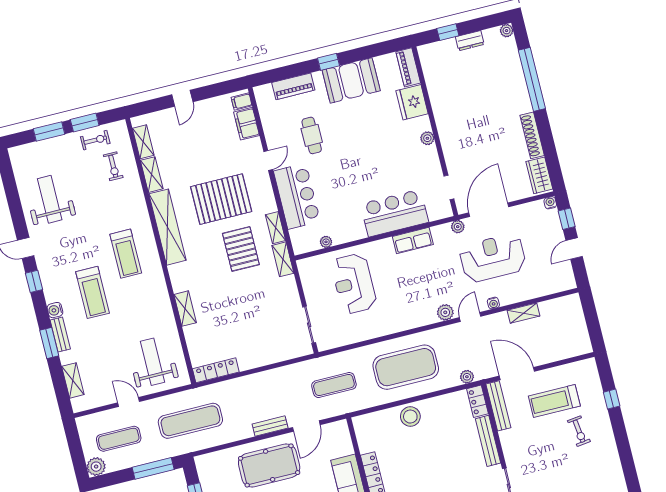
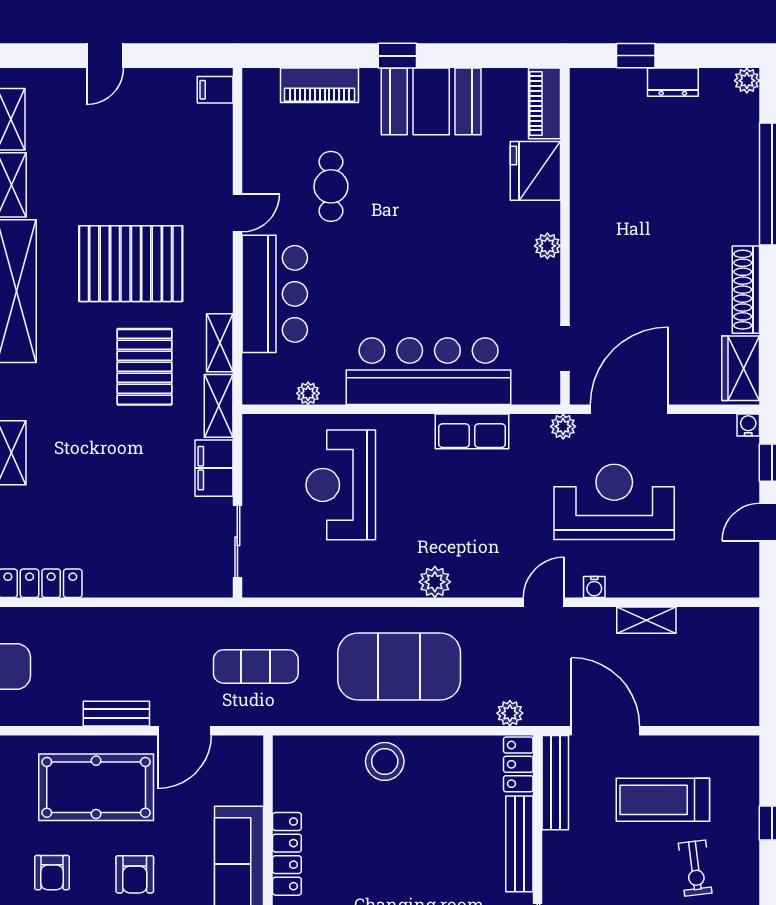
filing cabinet: (247, 124) -> (214, 468), moved
bar counter: (395, 213) -> (429, 371), width x1.36
plant: (445, 312) -> (435, 582), moved

